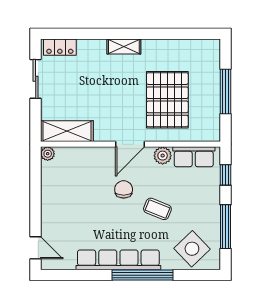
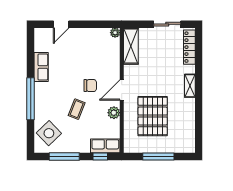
locker: (60, 47) -> (189, 47), width x1.53
pallet: (167, 100) -> (153, 116), turned 90
door: (130, 144) -> (122, 90), hinge flipped
row of seats: (194, 157) -> (105, 146), moved, turned 90
door: (36, 248) -> (61, 24), moved
row of seats: (118, 260) -> (41, 67), width x0.50

